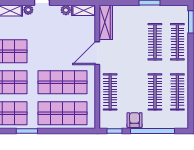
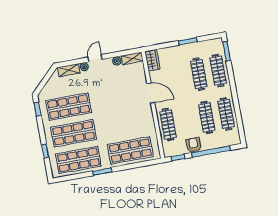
wardrobe: (106, 22) -> (152, 60), width x0.67
door: (97, 53) -> (151, 93), swing flipped
shop shelf: (63, 82) -> (125, 124), removed

